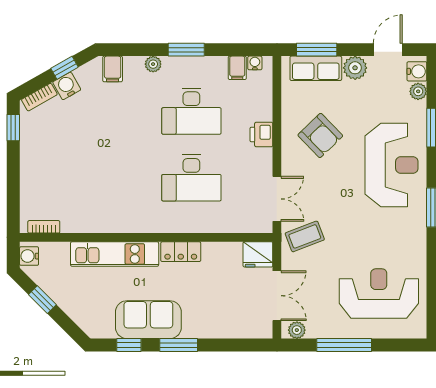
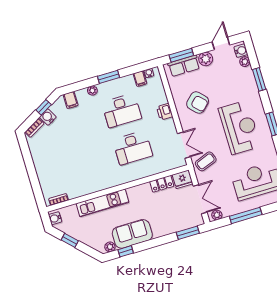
window: (13, 128) -> (25, 149), removed
reception desk: (392, 165) -> (239, 127), moved
locker: (181, 252) -> (162, 184), moved
plant: (105, 330) -> (110, 247), added
window: (179, 345) -> (188, 233), moved

